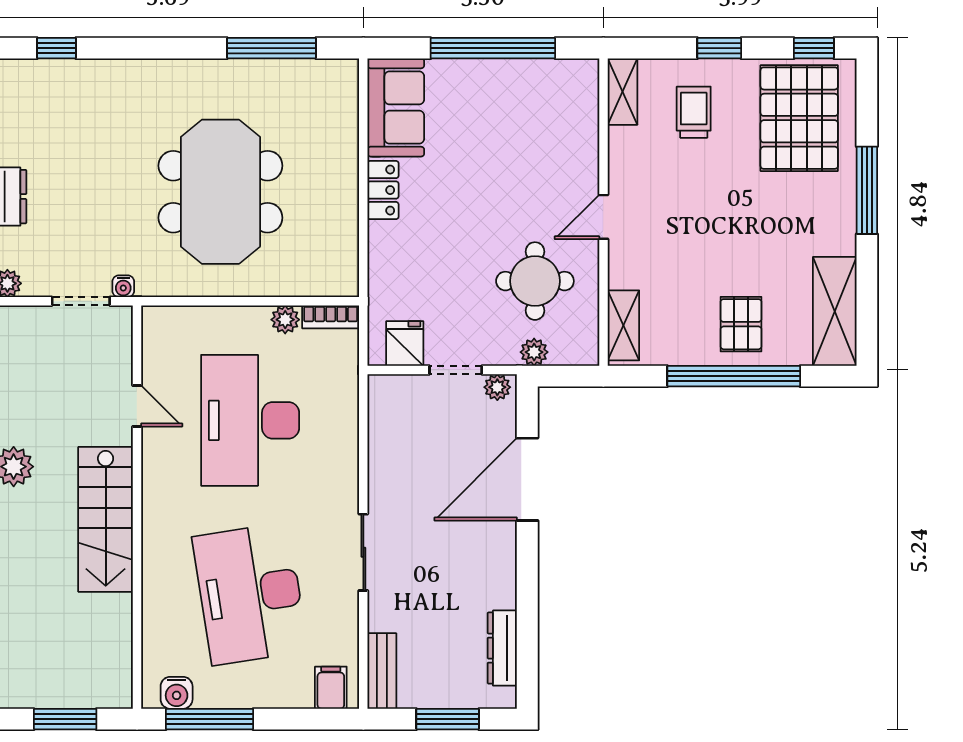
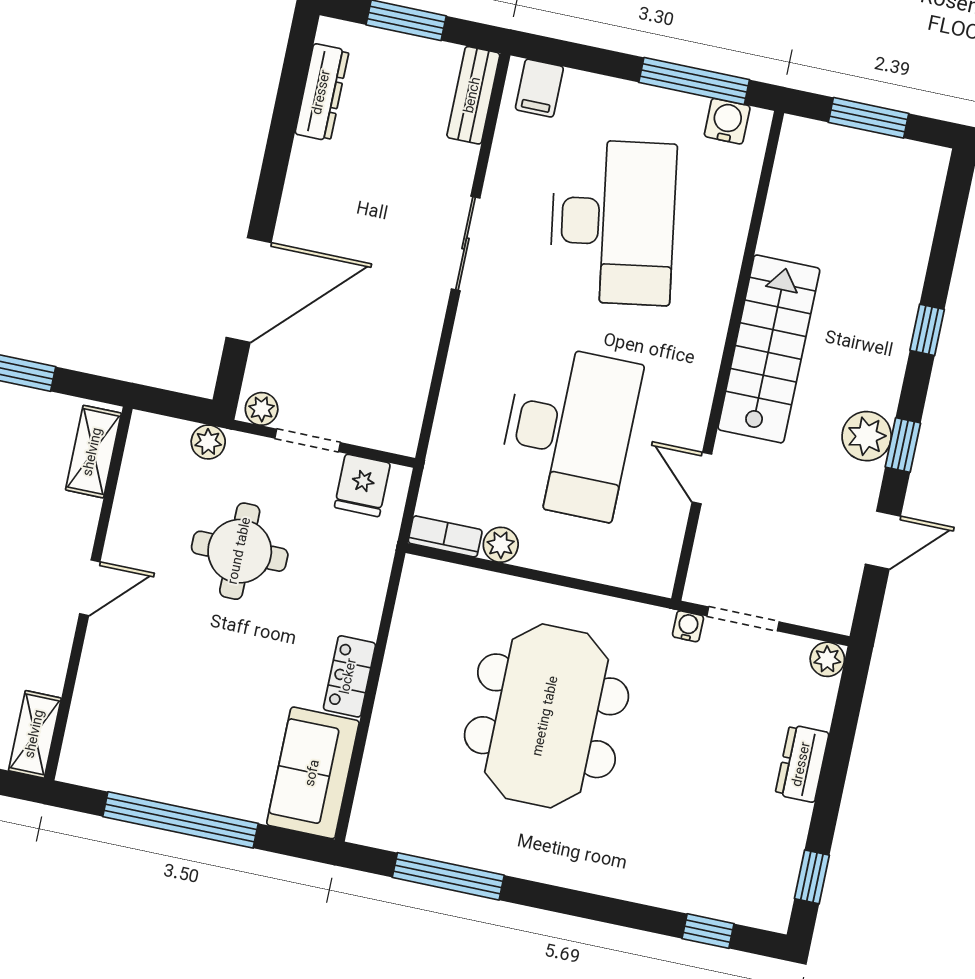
round table: (535, 281) -> (240, 551), moved

